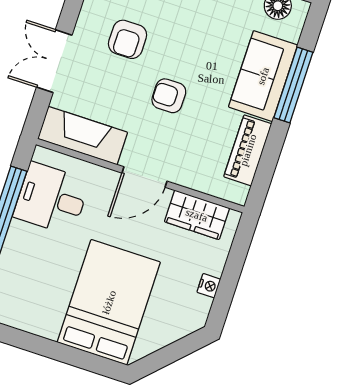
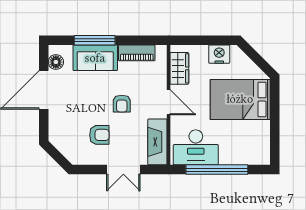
desk: (52, 199) -> (196, 147), width x1.37
nightstand: (209, 286) -> (219, 54), width x1.89, depth x1.79

